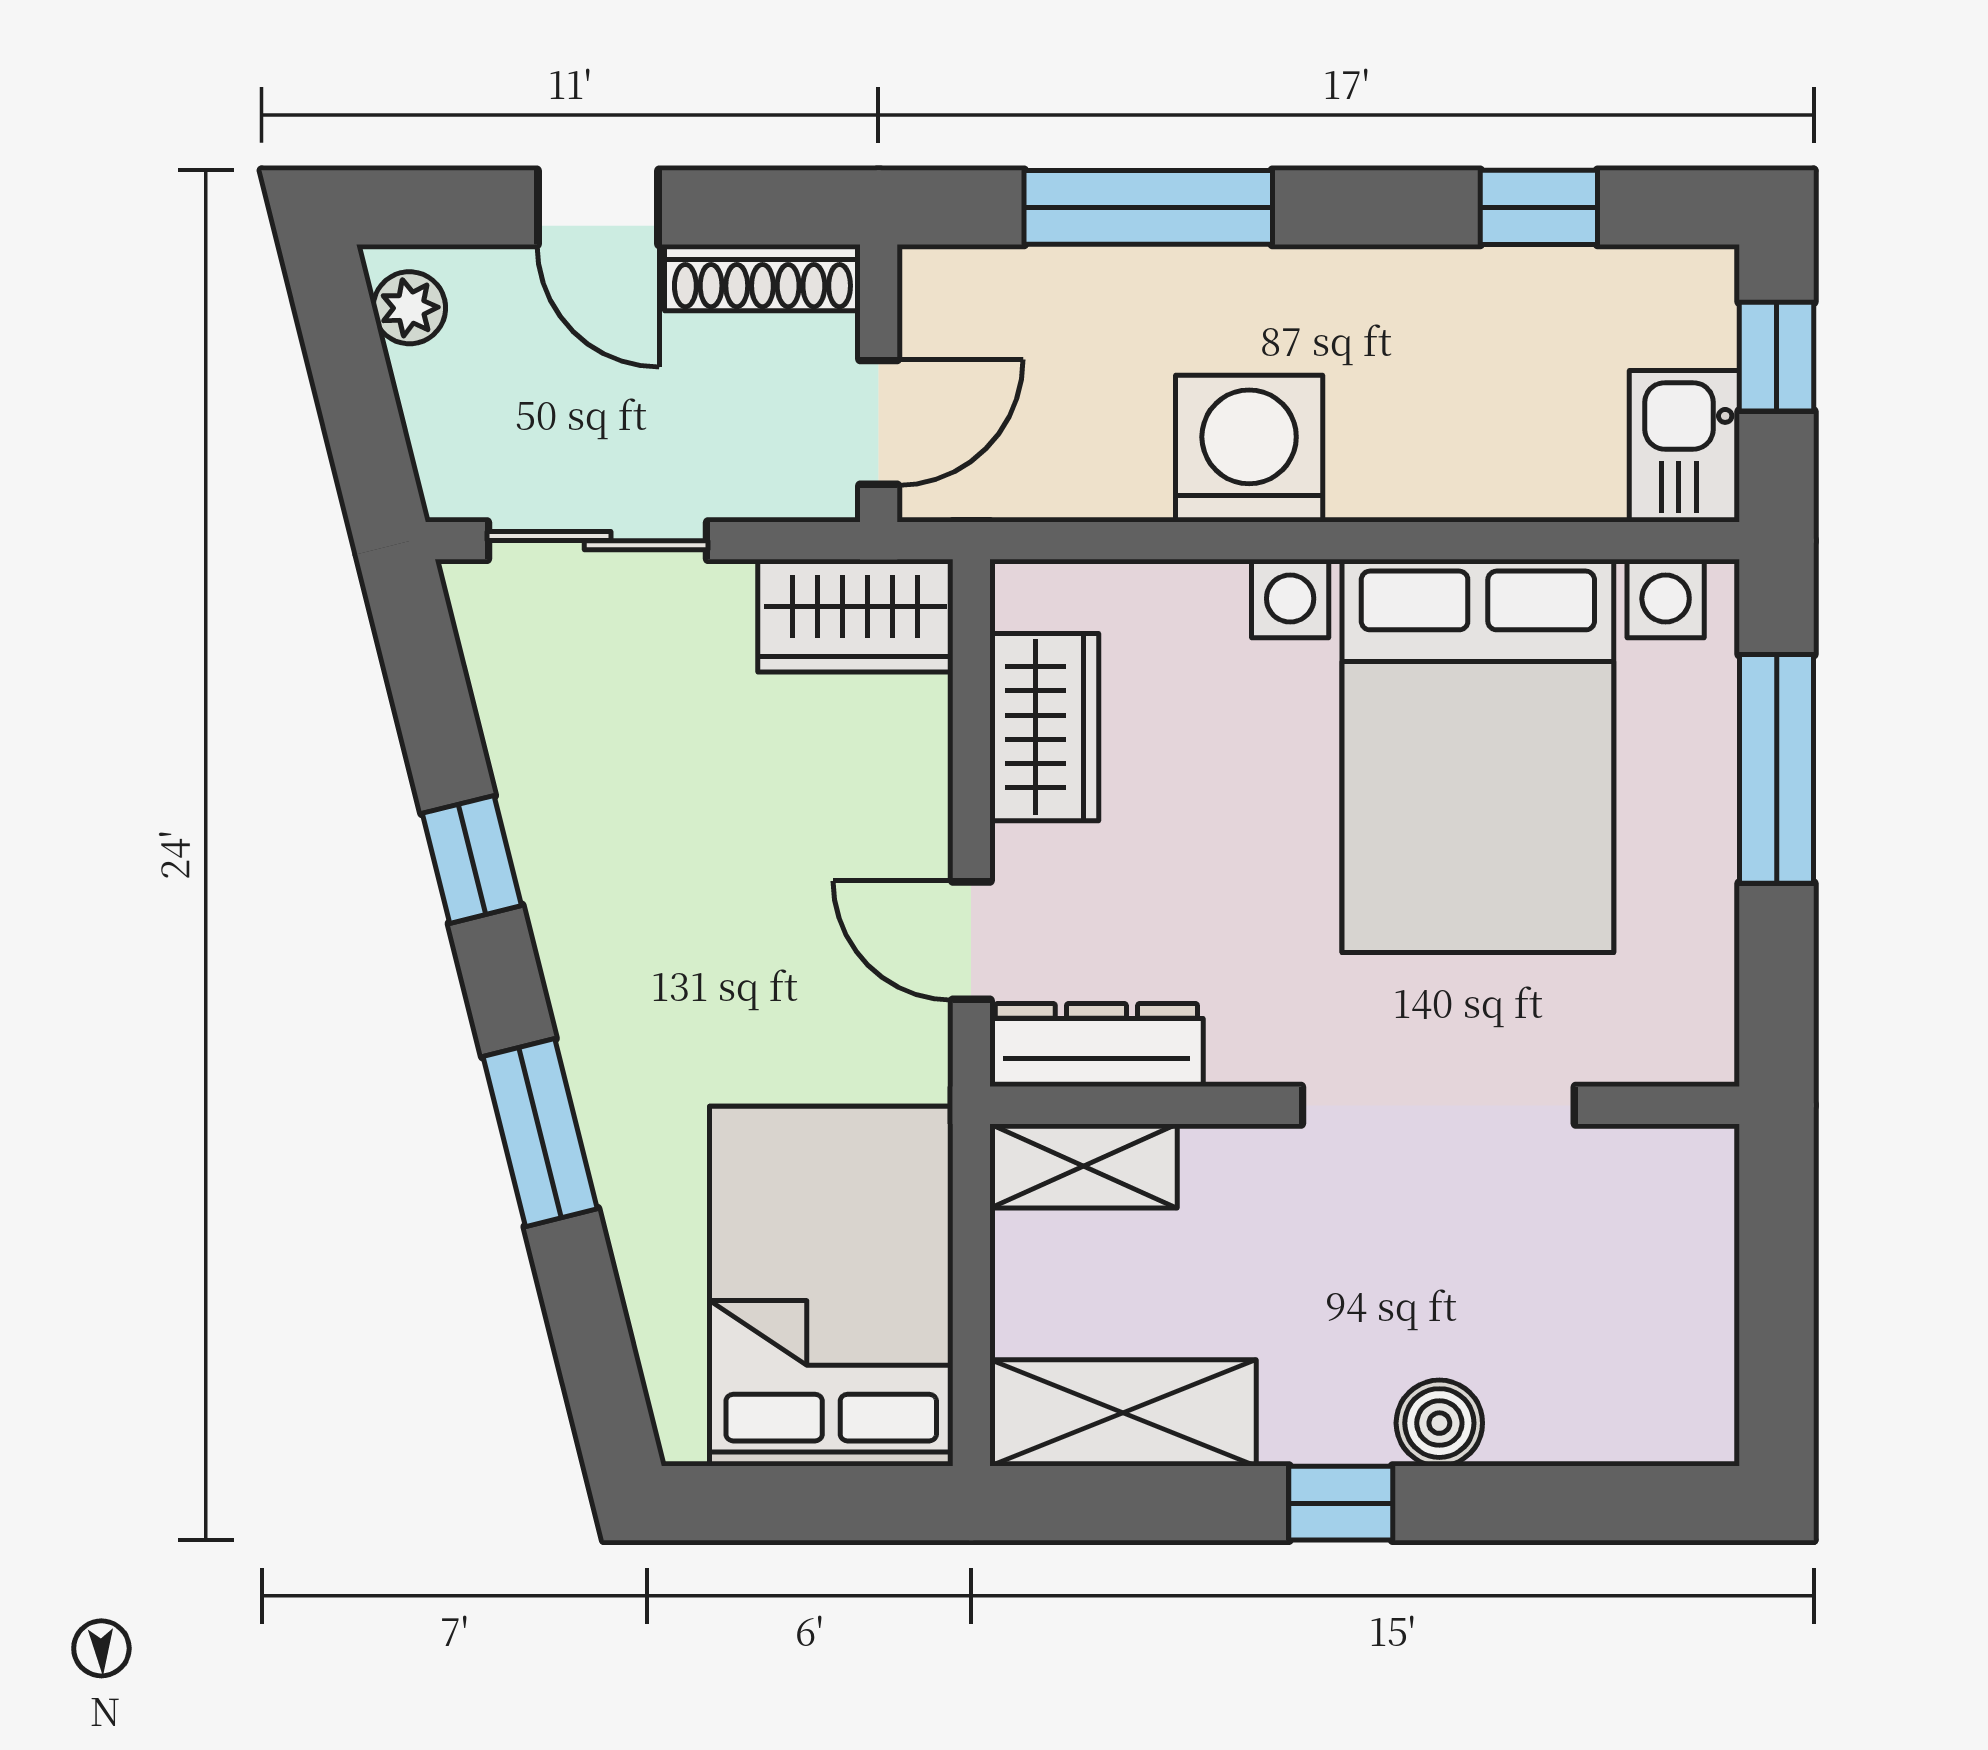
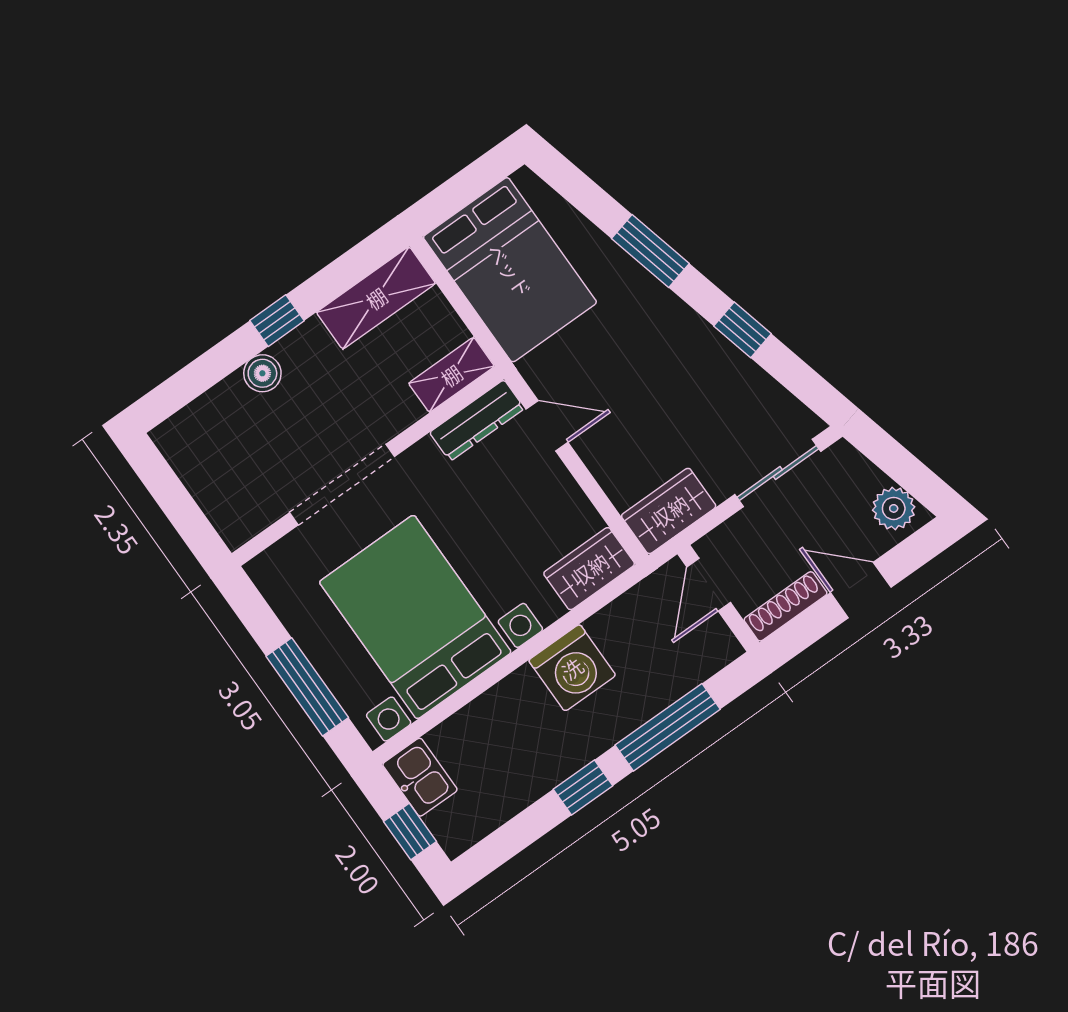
window: (1539, 207) -> (583, 787), moved
plant: (409, 308) -> (894, 508), width x1.38, depth x1.38
wardrobe: (1044, 727) -> (589, 569), moved, turned 90

